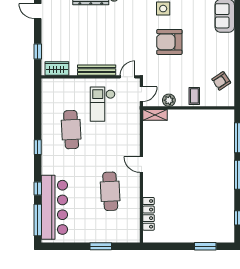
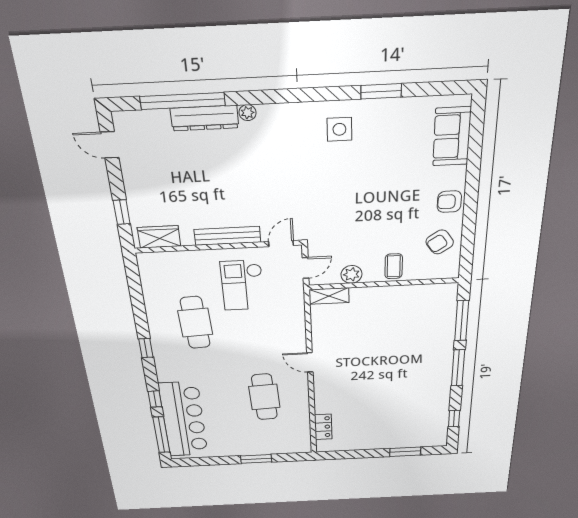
armchair: (169, 42) -> (449, 202), moved, width x0.53, depth x0.53
locker: (148, 214) -> (323, 427), width x0.66

